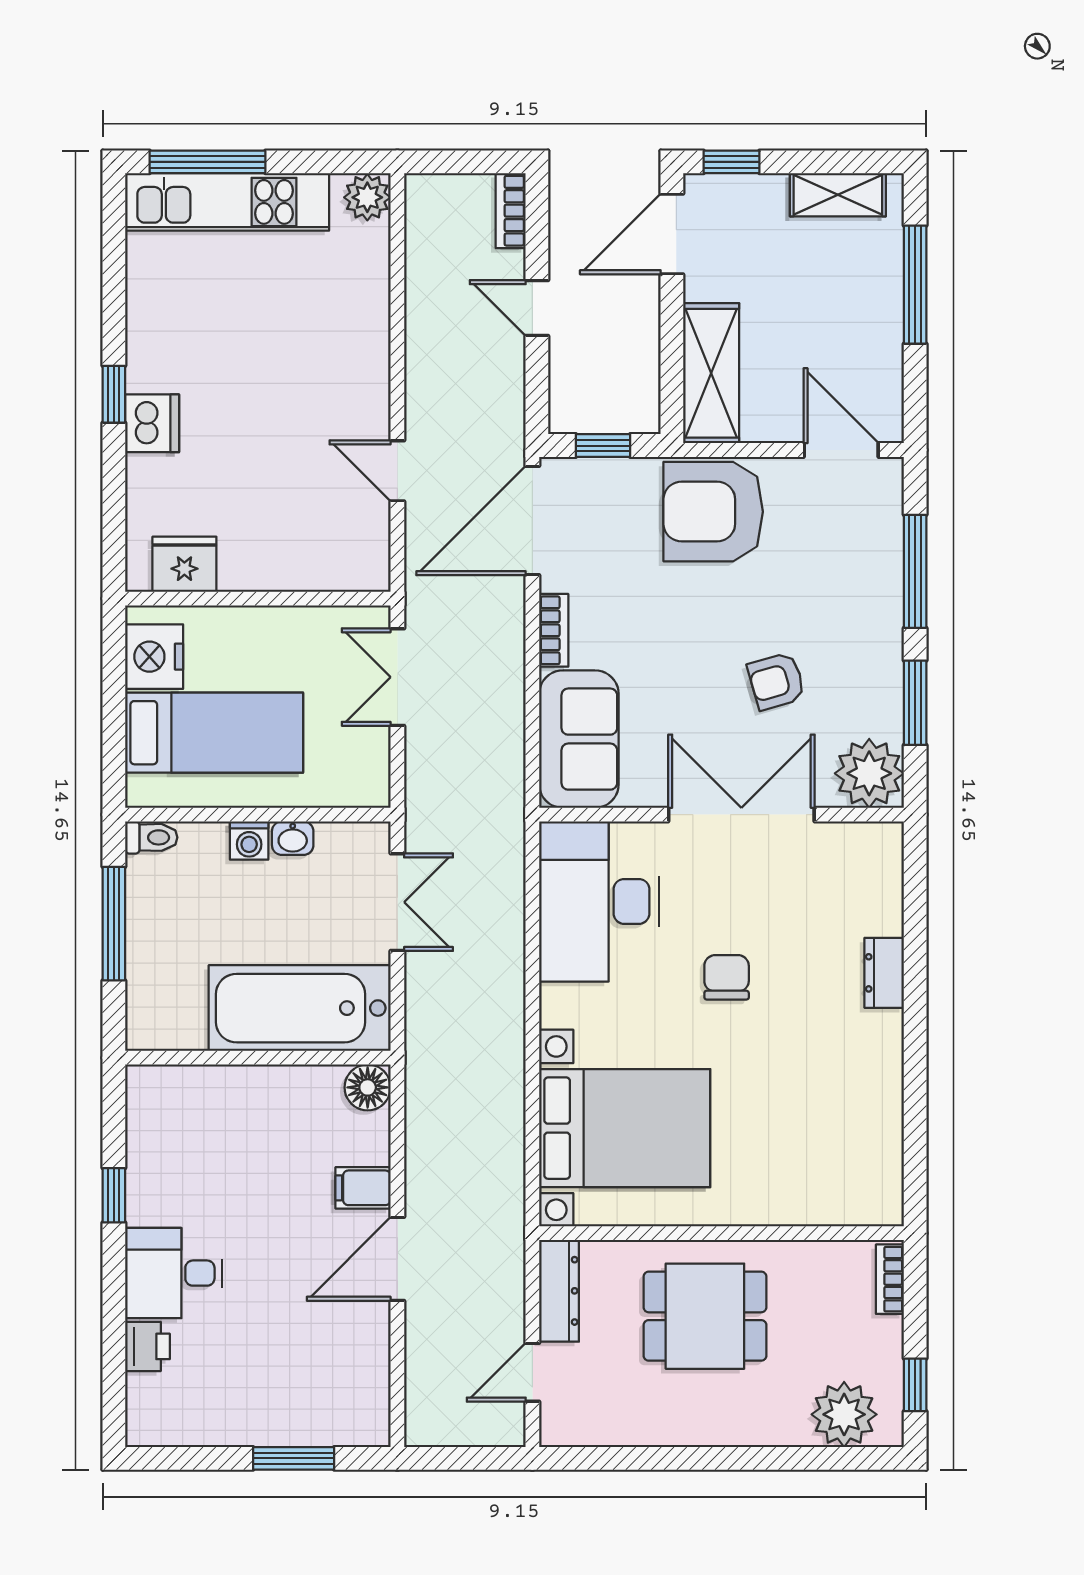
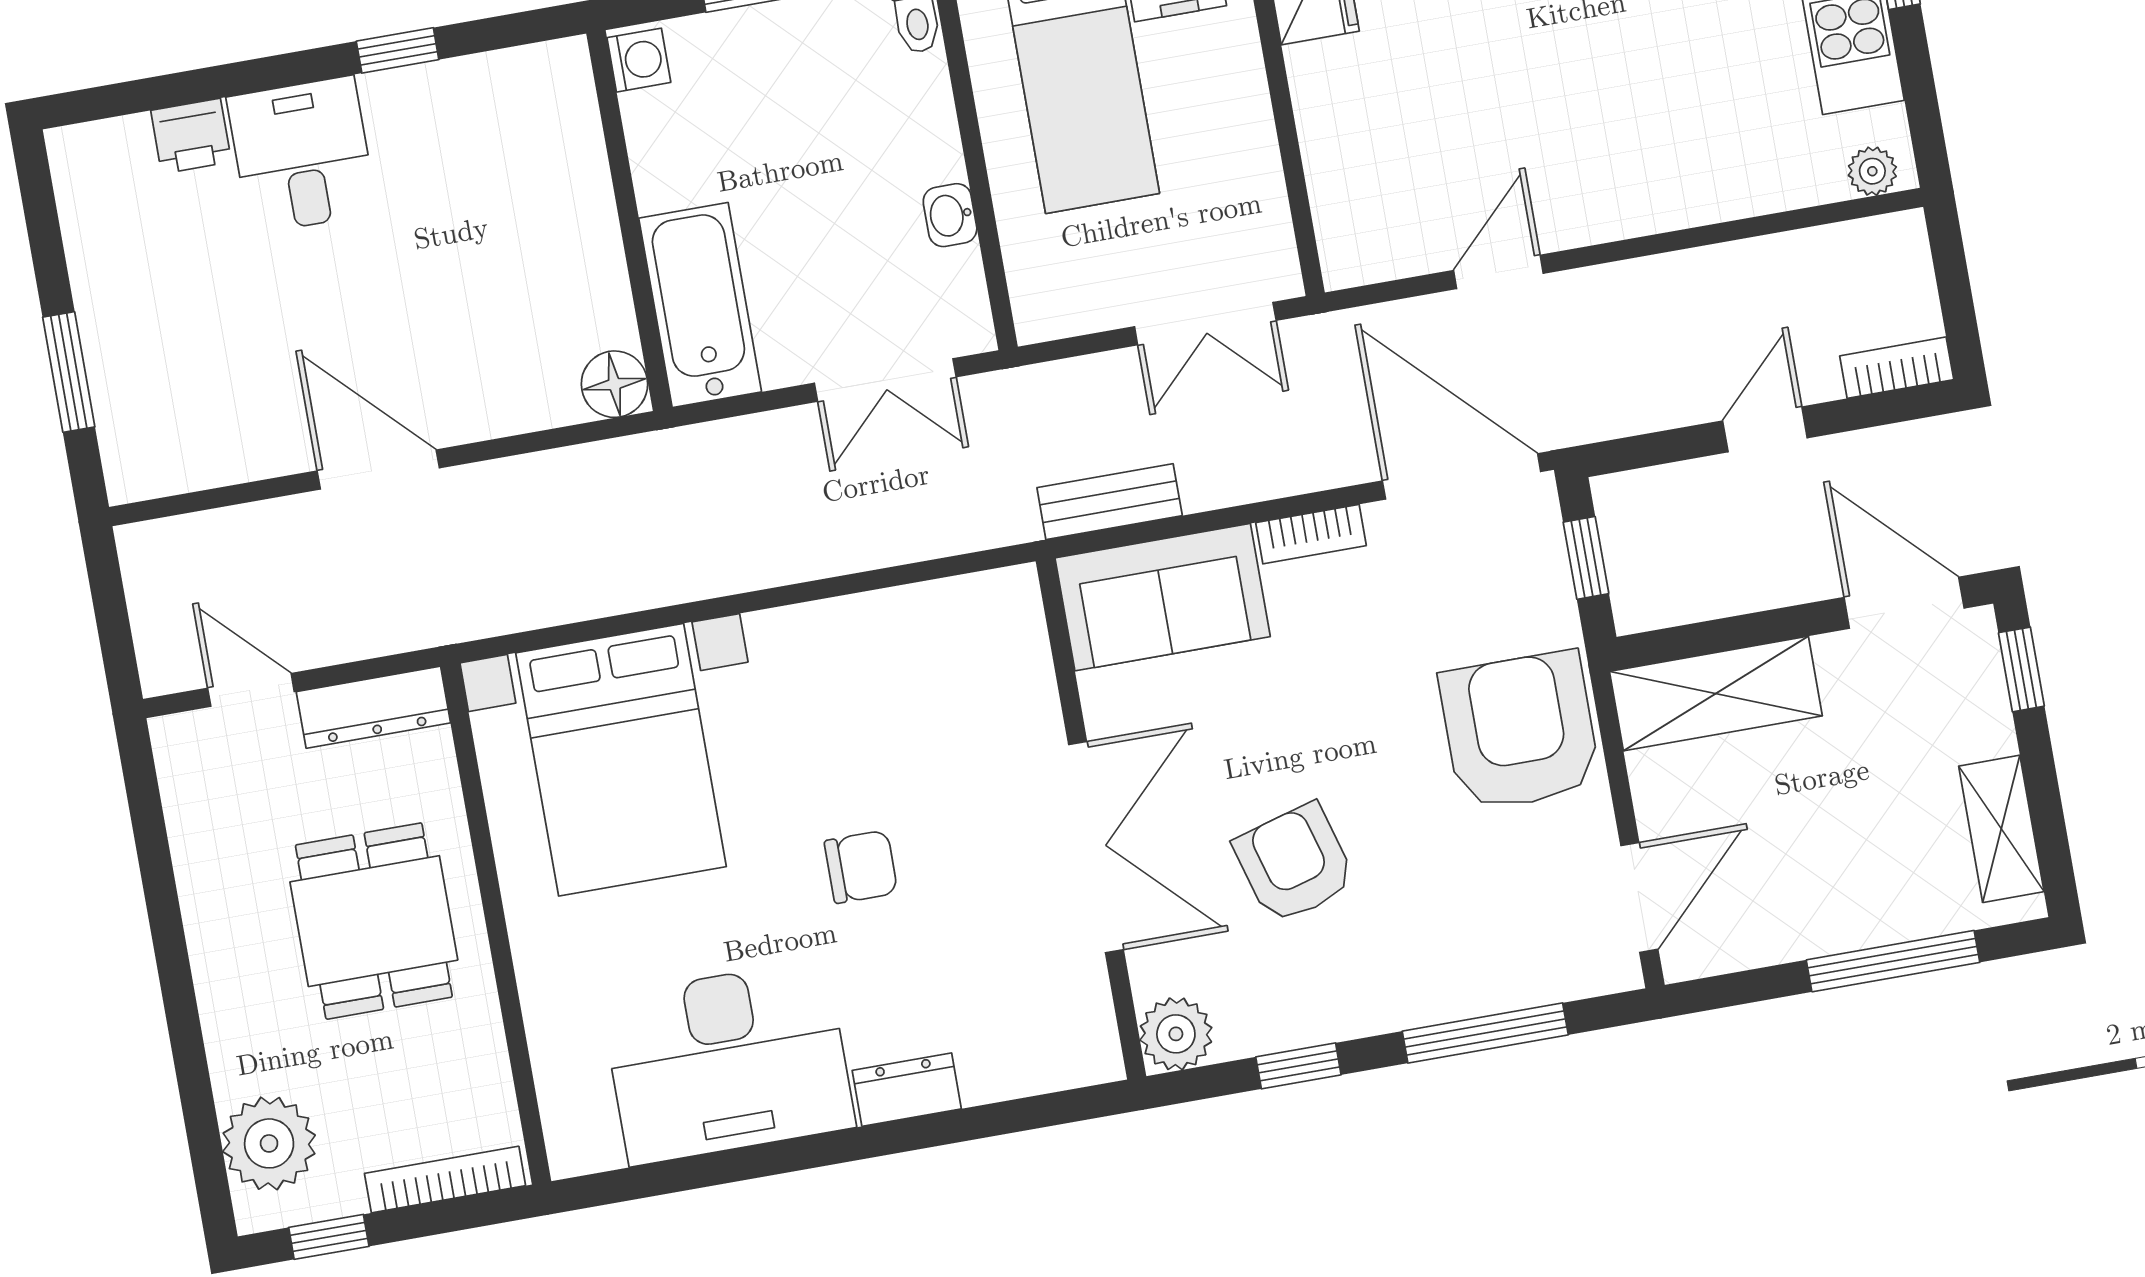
plant: (367, 197) -> (1872, 171), width x0.73, depth x0.73
double door: (397, 677) -> (1205, 324), swing flipped
armchair: (776, 681) -> (1294, 863), width x1.38, depth x1.38
window: (915, 703) -> (1298, 1066), width x0.67
bench: (507, 764) -> (1110, 502), added
plant: (869, 773) -> (1176, 1034), width x0.73, depth x0.73
washing machine: (249, 841) -> (639, 60), moved, turned 180
desk: (599, 901) -> (728, 1062), moved, turned 180
bathtub: (300, 1008) -> (700, 305), width x0.73, depth x0.73
filing cabinet: (363, 1188) -> (471, 403), removed
bookcase: (890, 1279) -> (445, 1180), width x1.56

